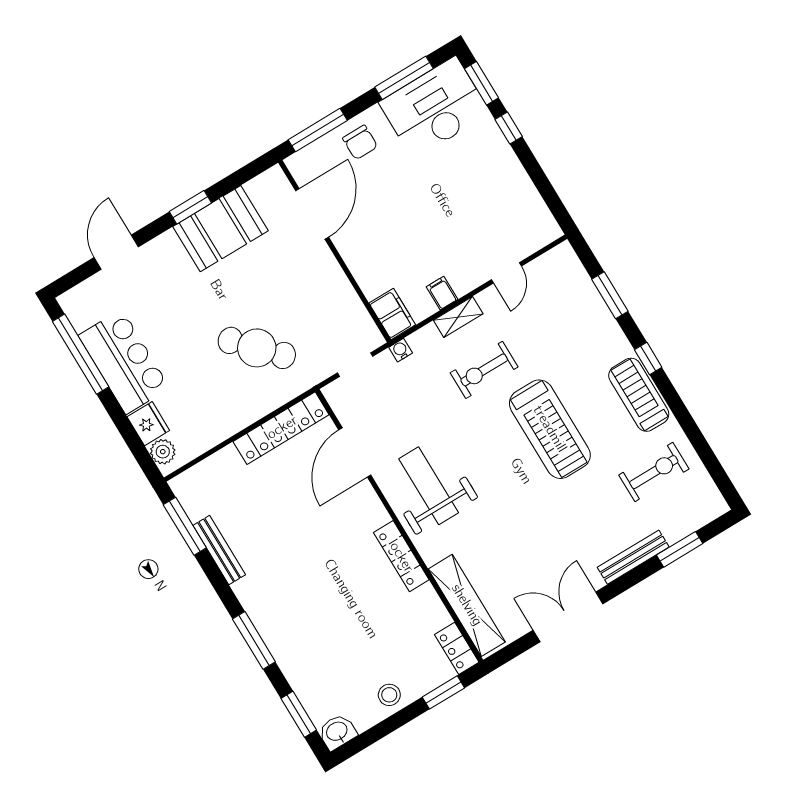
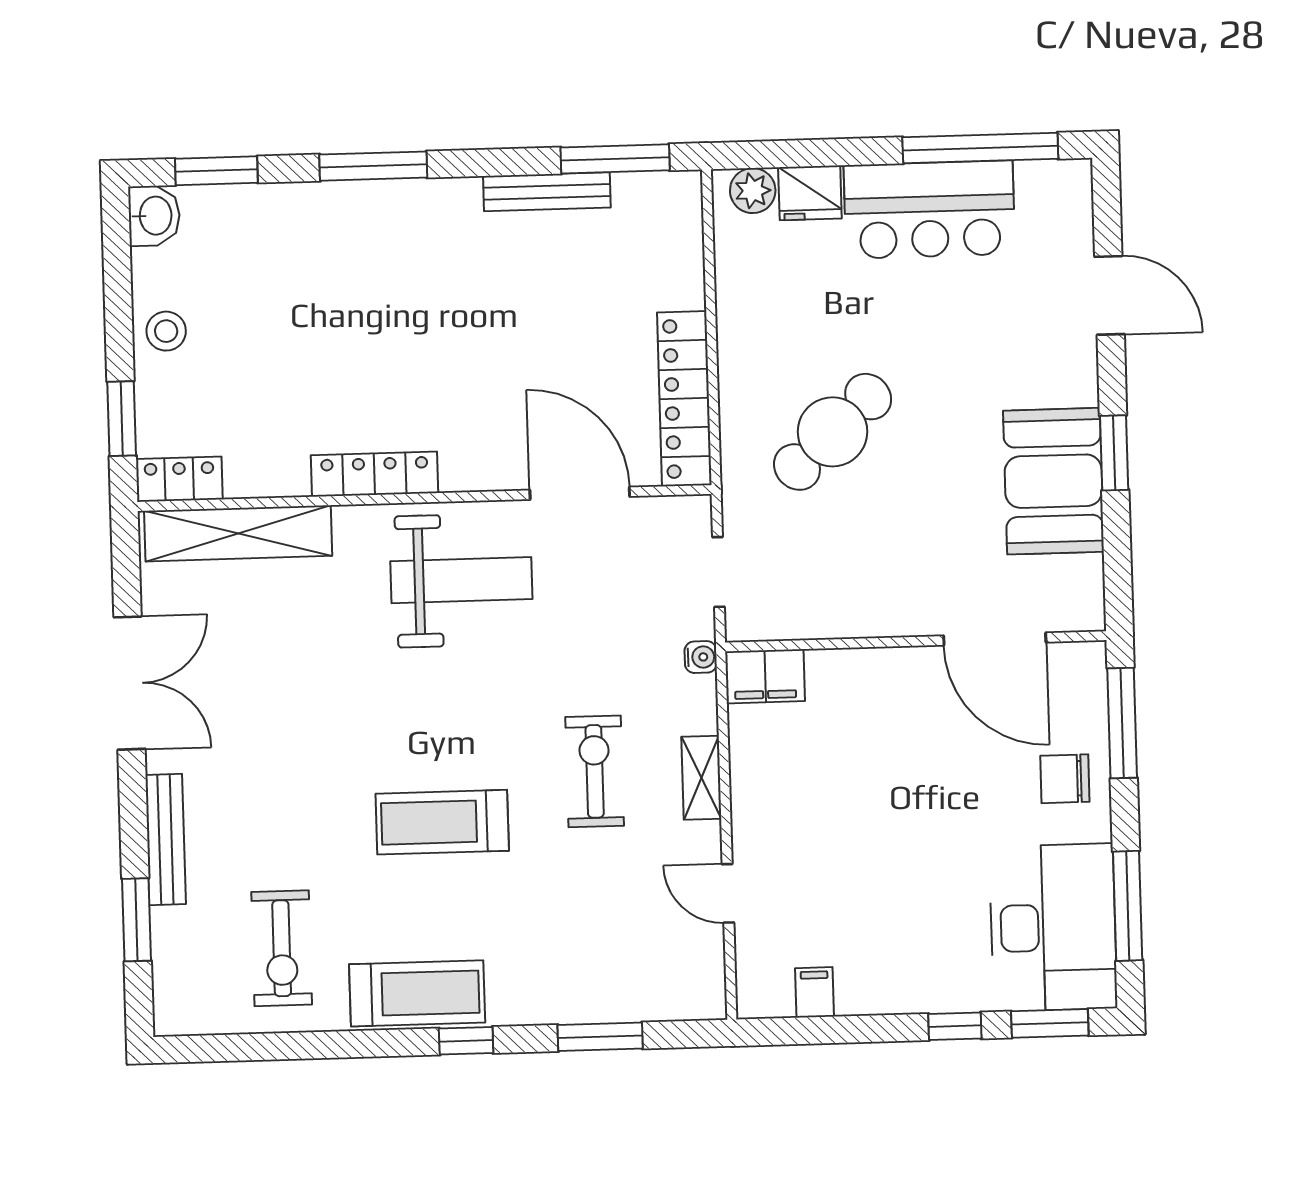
filing cabinet: (442, 293) -> (815, 992), moved, turned -90
treadmill: (550, 429) -> (442, 822), width x0.73, depth x0.73

